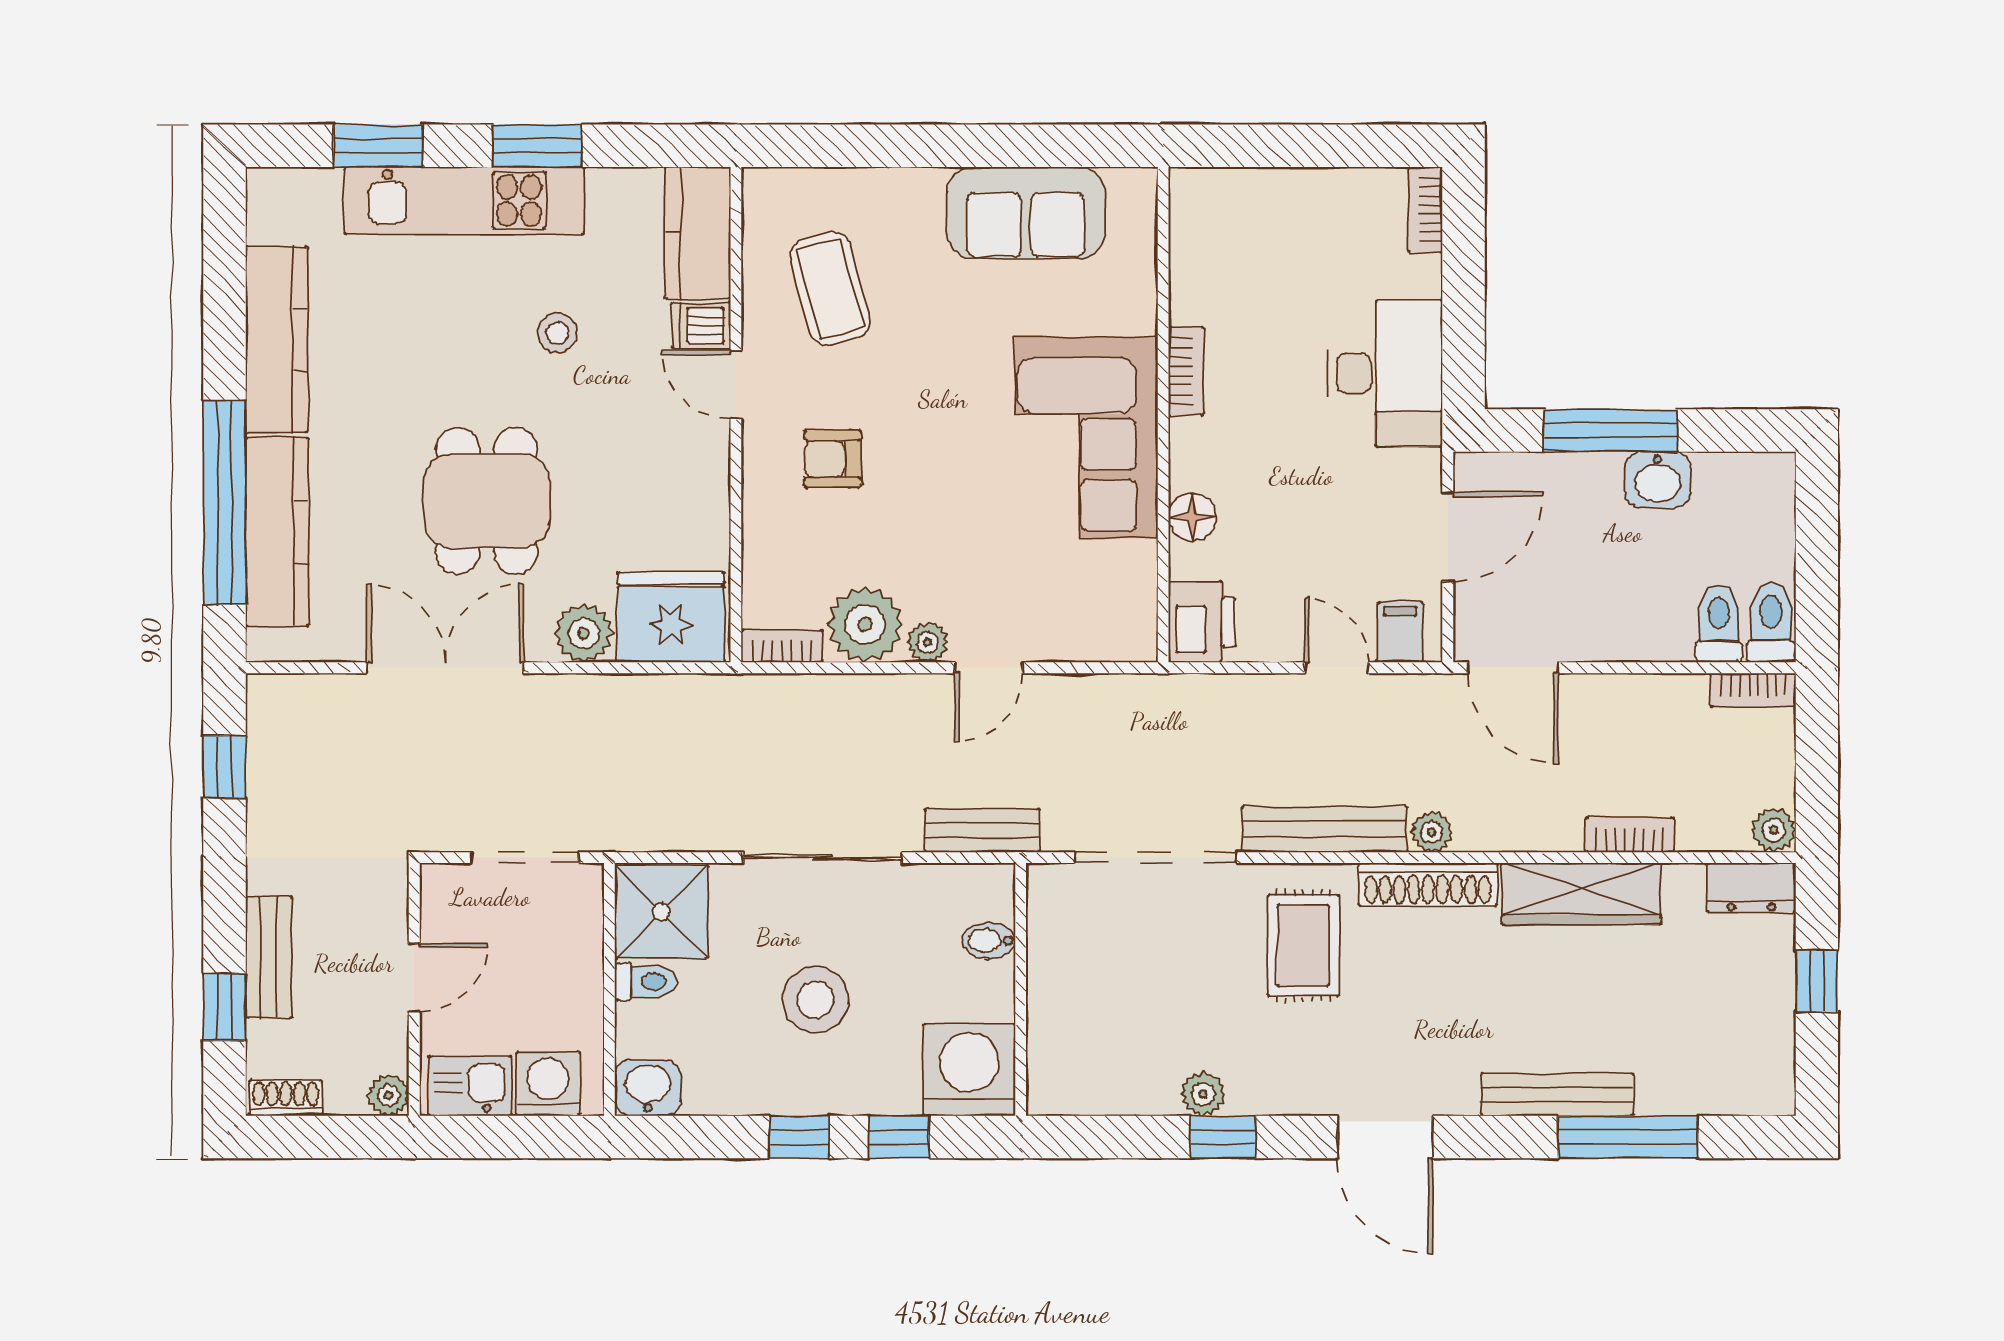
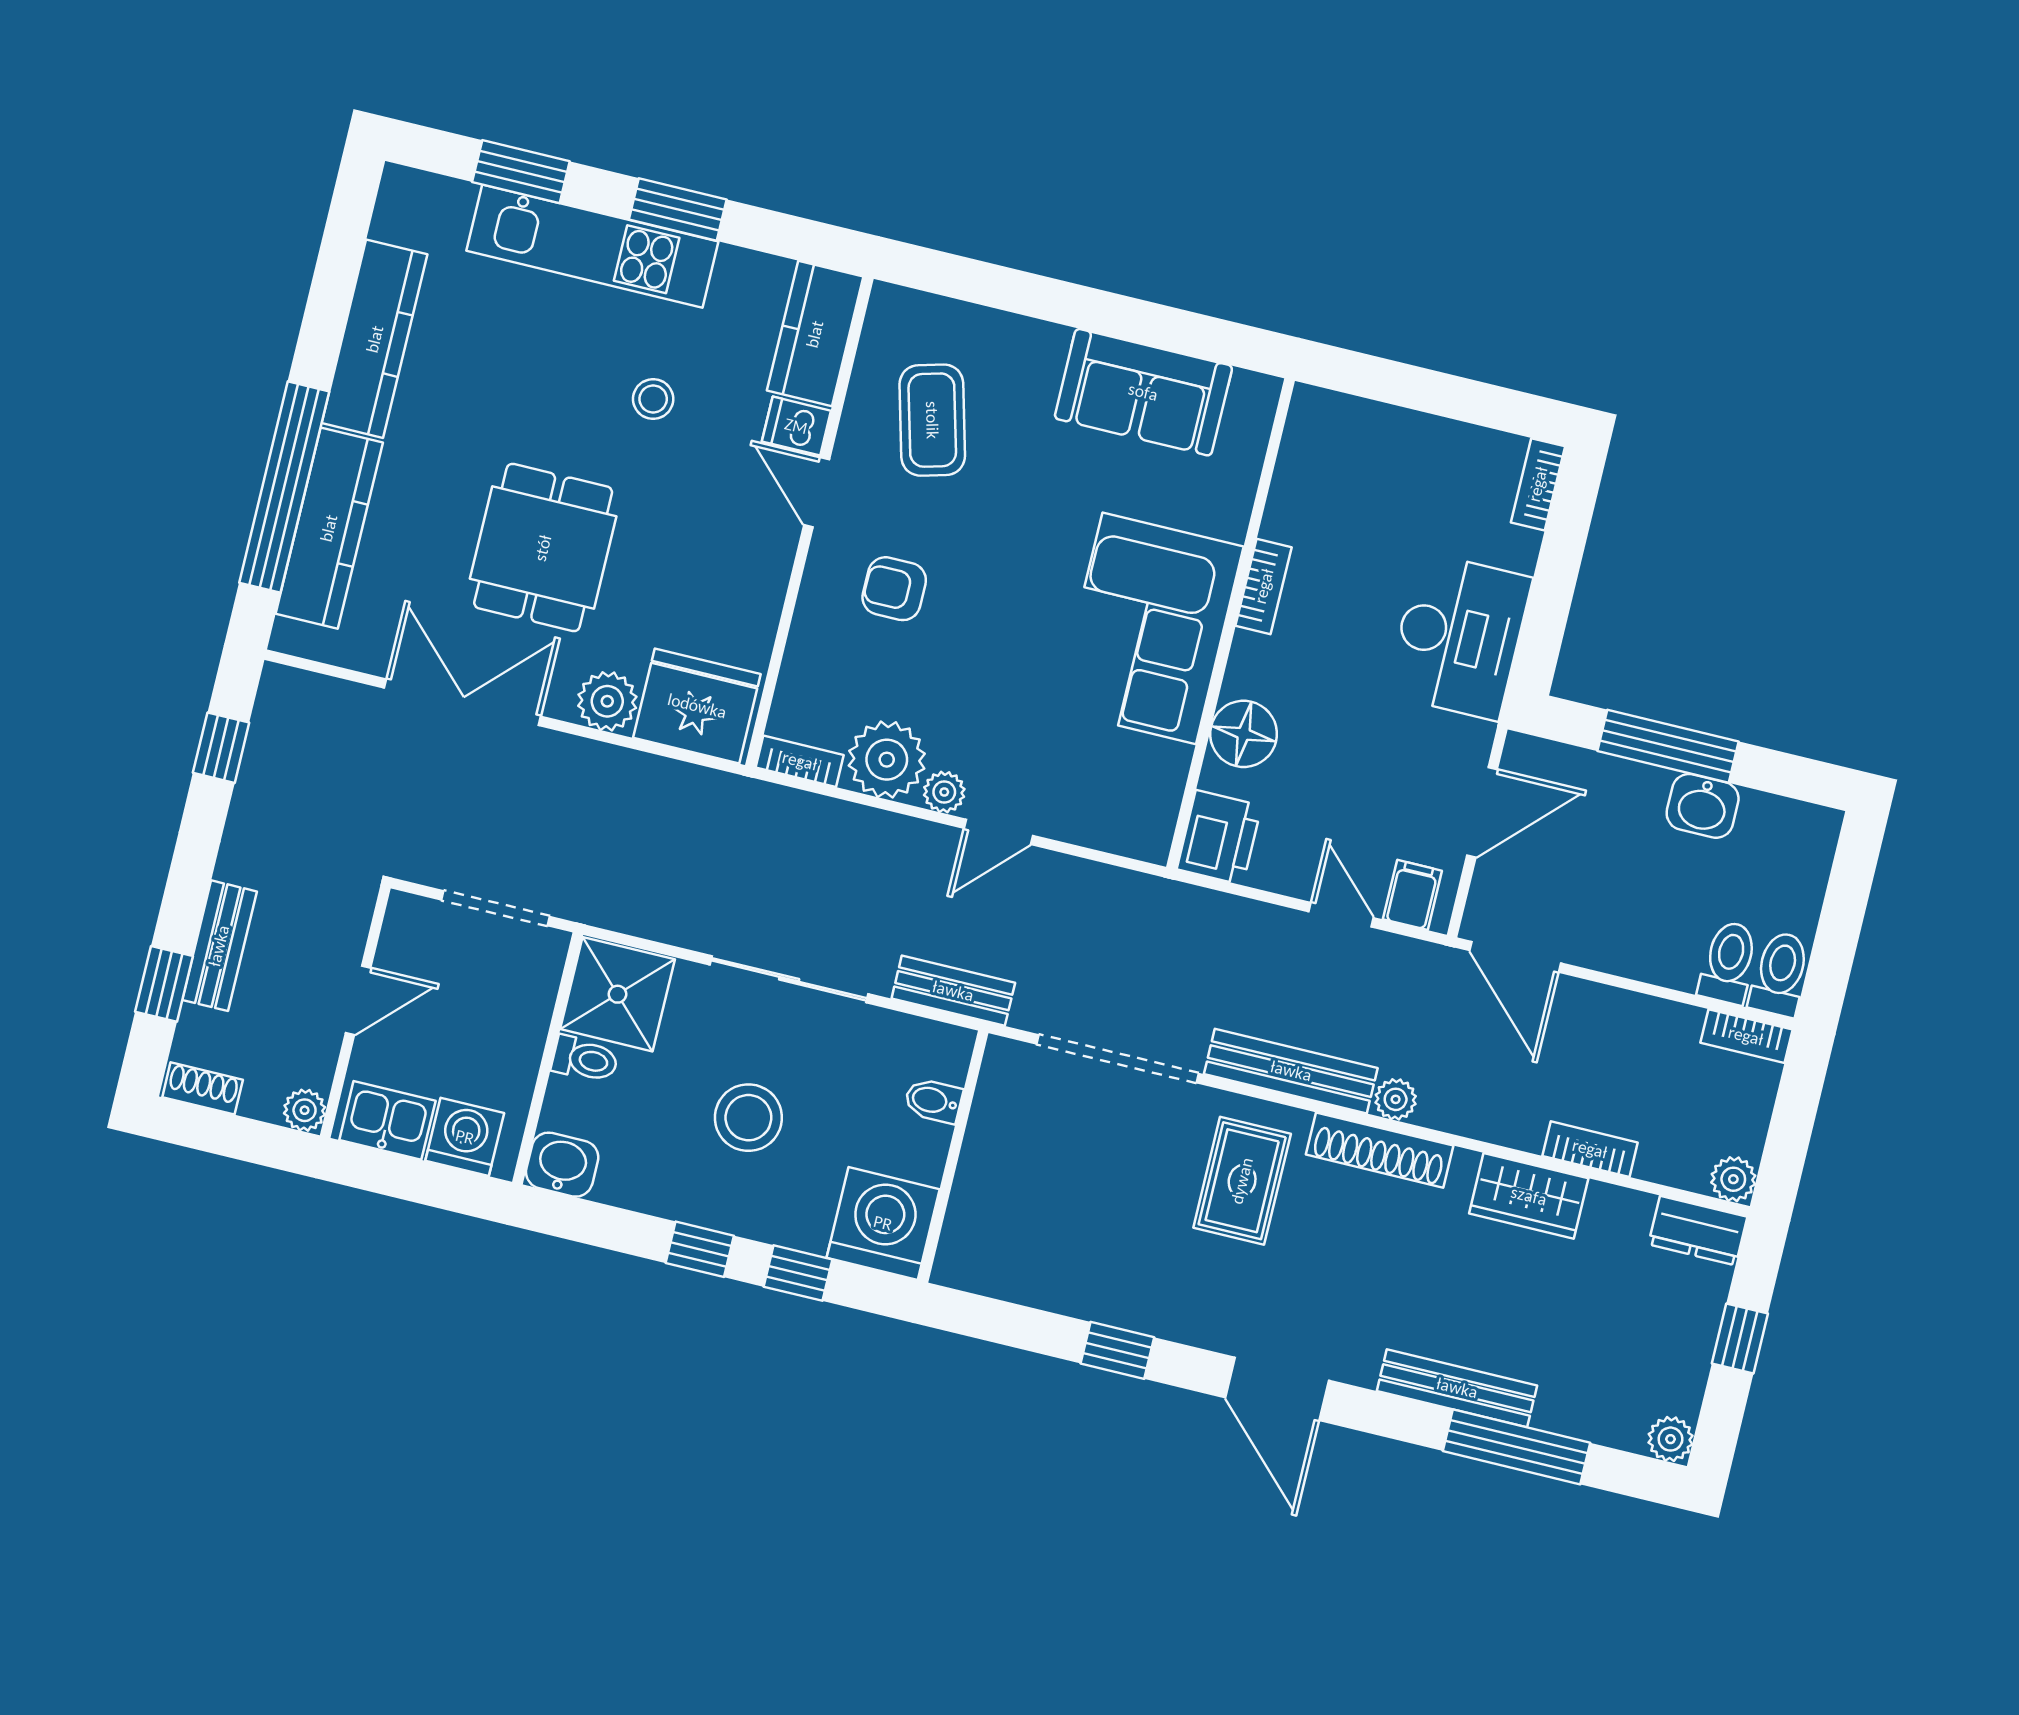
floor lamp: (1192, 517) -> (1244, 734), width x1.38, depth x1.38
wardrobe: (1581, 894) -> (1529, 1196), width x0.67
plant: (1203, 1094) -> (1670, 1439), moved

